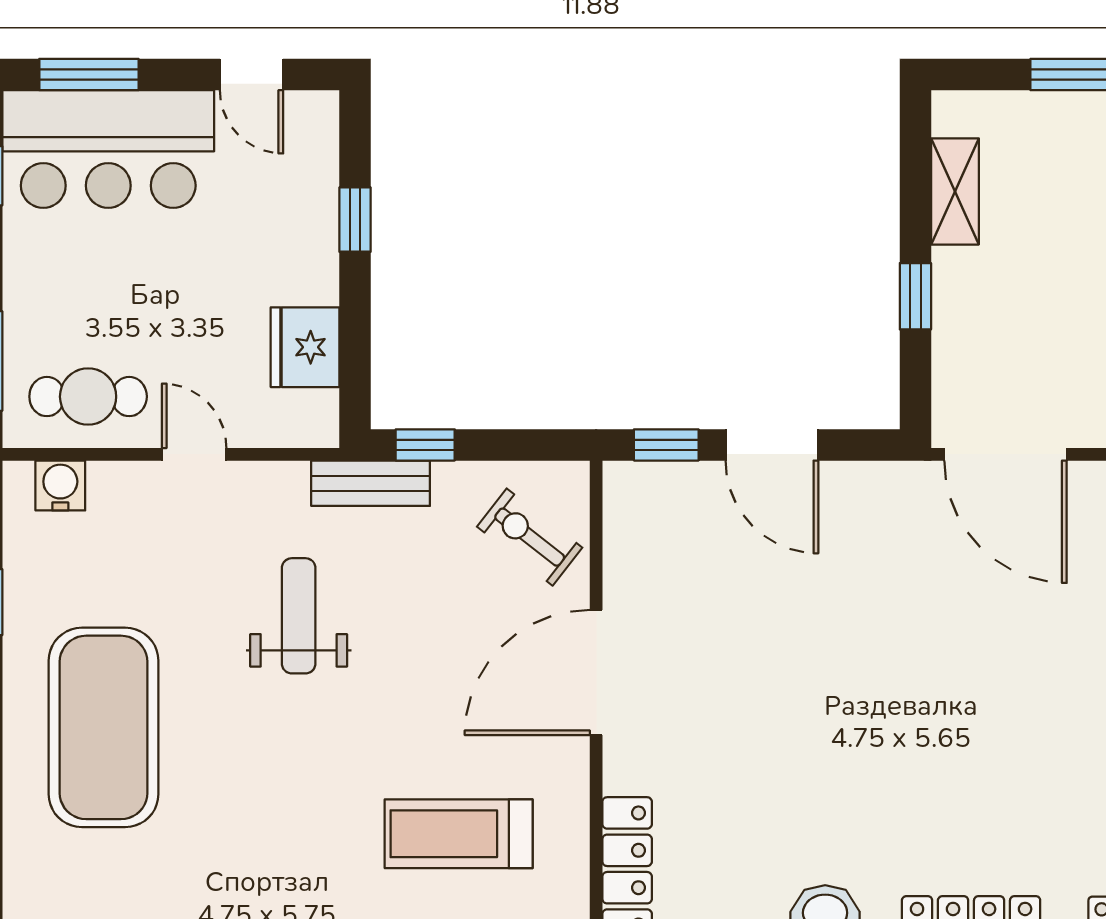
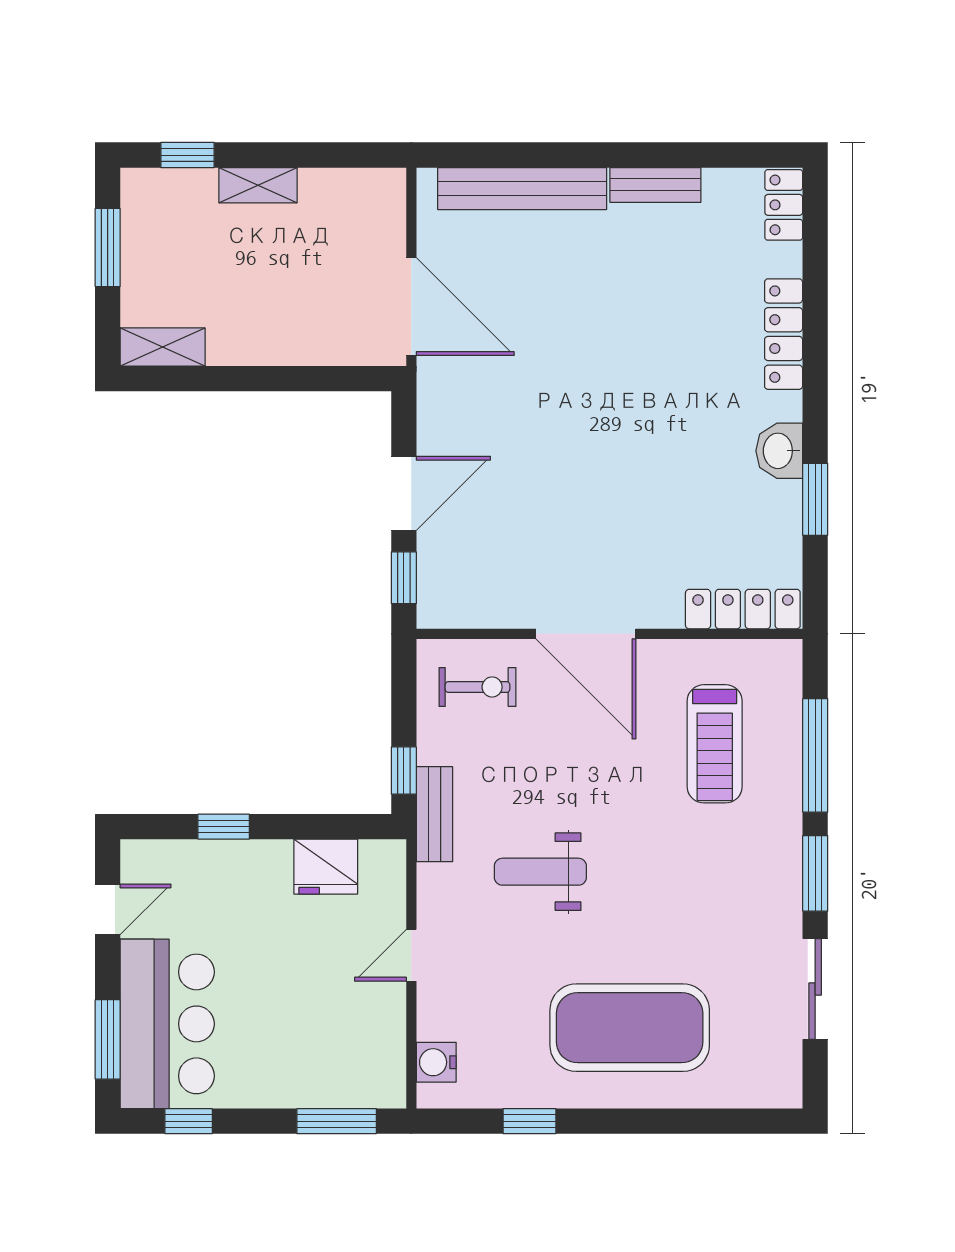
shelving: (955, 191) -> (163, 347), moved
window: (915, 296) -> (285, 379), removed
cafe table: (88, 397) -> (365, 1040), removed
door: (1006, 454) -> (411, 307), hinge flipped
exercise bike: (530, 537) -> (477, 687), turned -128

